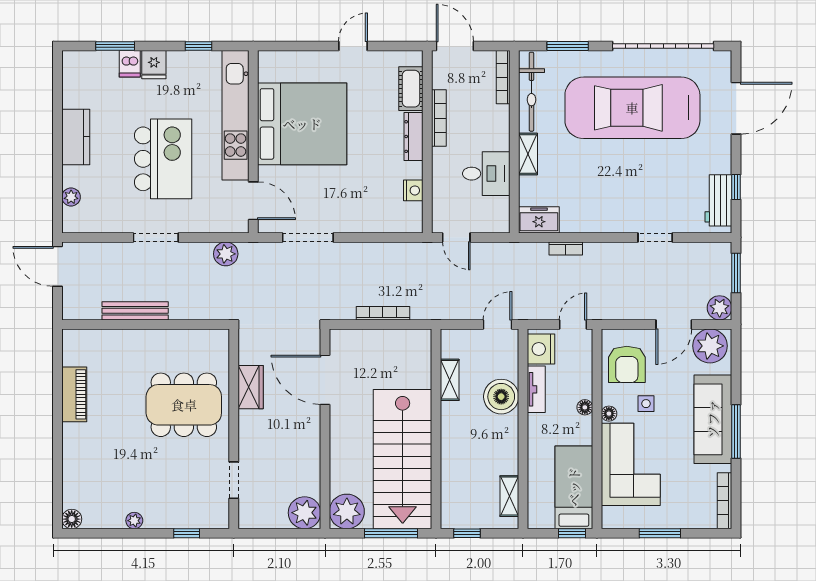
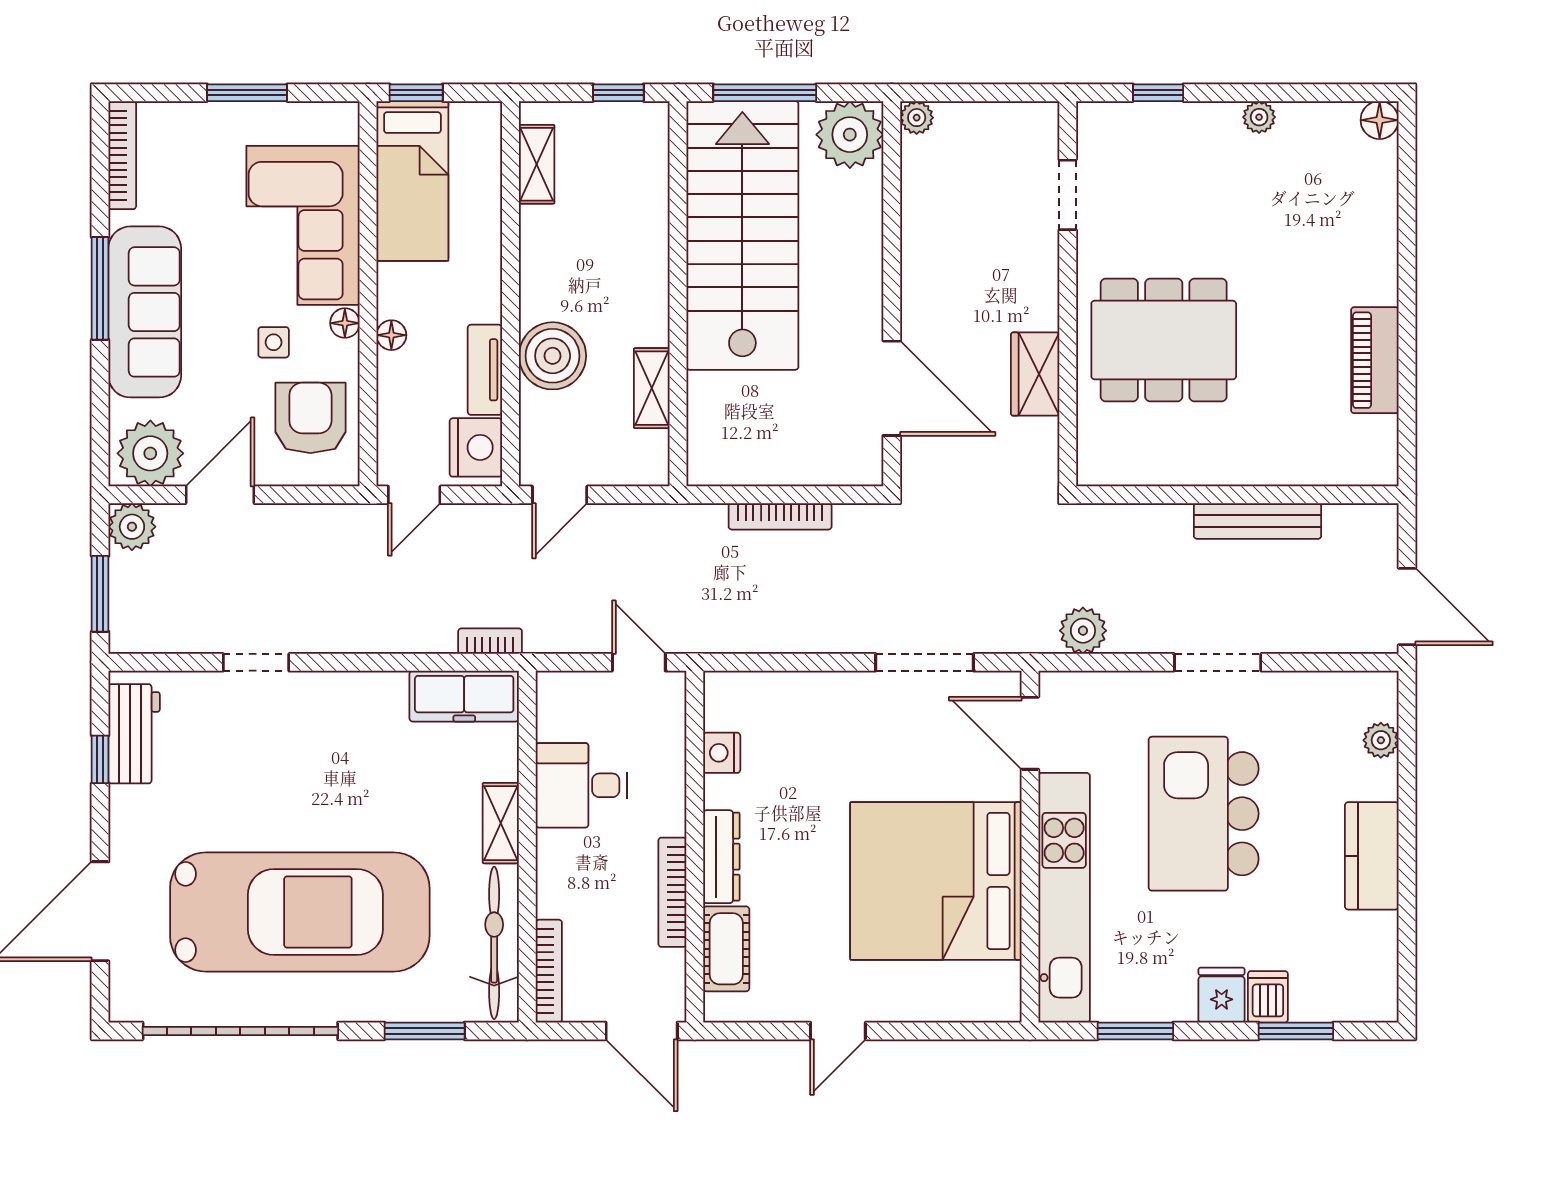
window: (199, 46) -> (1135, 1031), width x1.50
freezer: (539, 220) -> (464, 696), width x1.40
bookcase: (566, 248) -> (490, 641), moved
plant: (305, 513) -> (917, 118), width x0.53, depth x0.53

